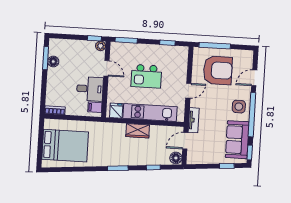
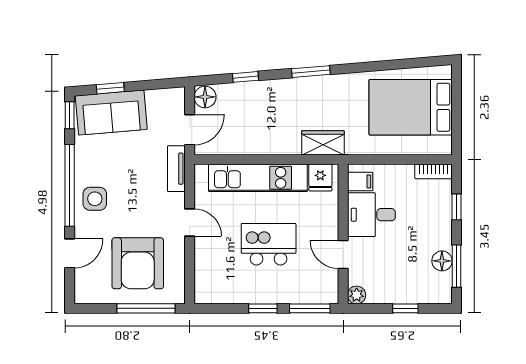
window: (94, 38) -> (405, 308), moved
window: (167, 43) -> (263, 308), moved
armchair: (218, 70) -> (138, 263), turned -90
window: (44, 90) -> (456, 207), added
door: (188, 91) -> (190, 222), swing flipped
wardrobe: (138, 131) -> (323, 143), moved
sofa: (237, 140) -> (111, 113), moved, turned 85

